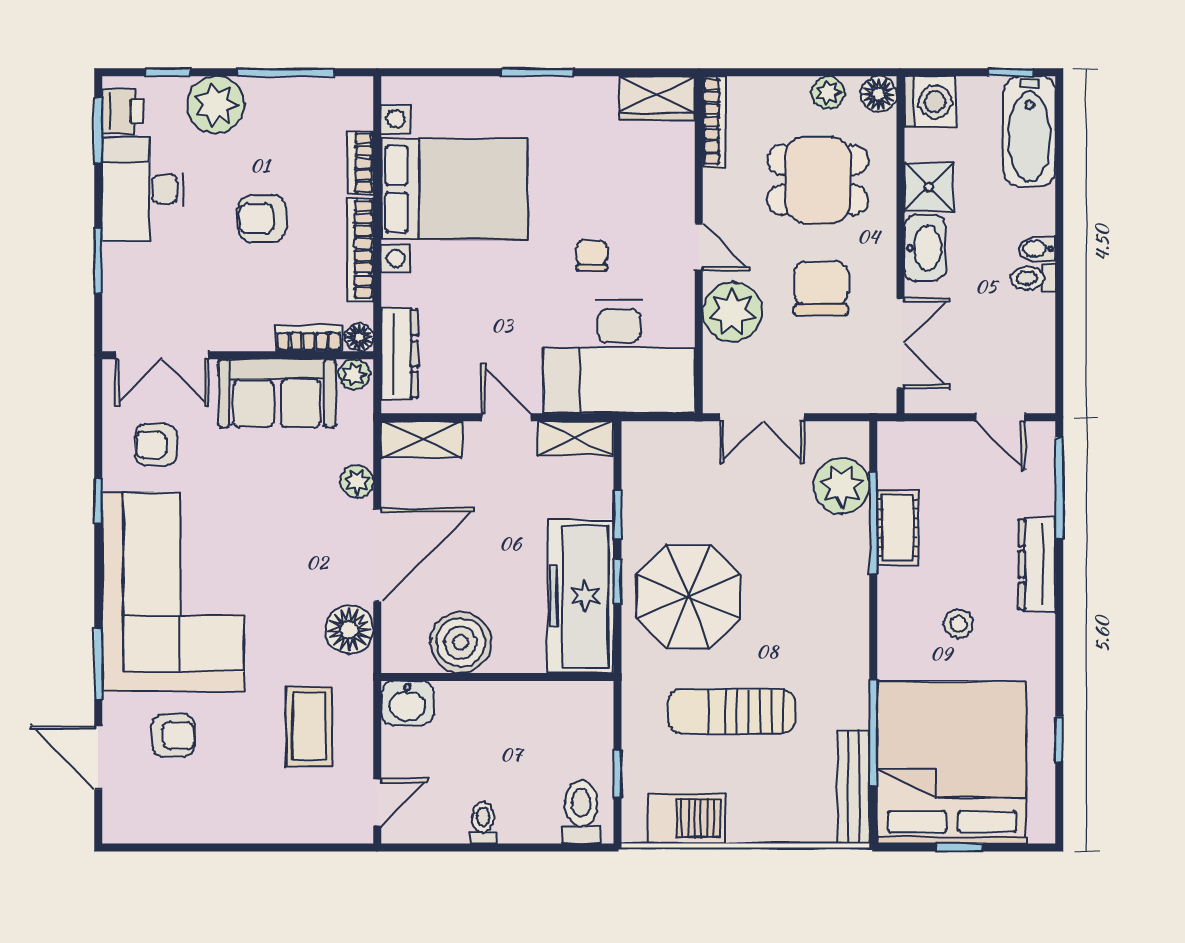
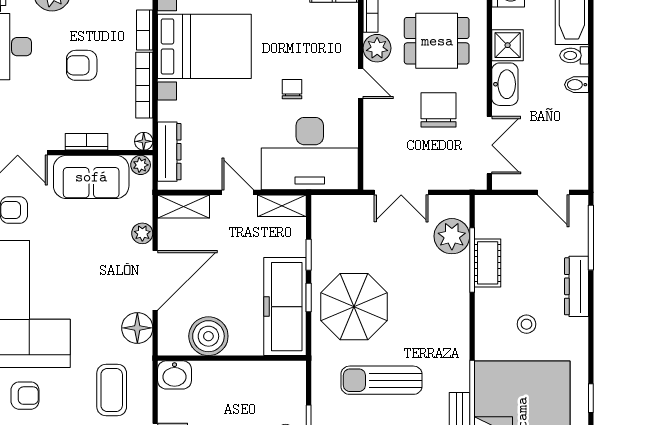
toilet: (1033, 278) -> (574, 55), moved
plant: (732, 312) -> (377, 48), moved, width x0.73, depth x0.73
bookcase: (309, 338) -> (87, 142), moved

